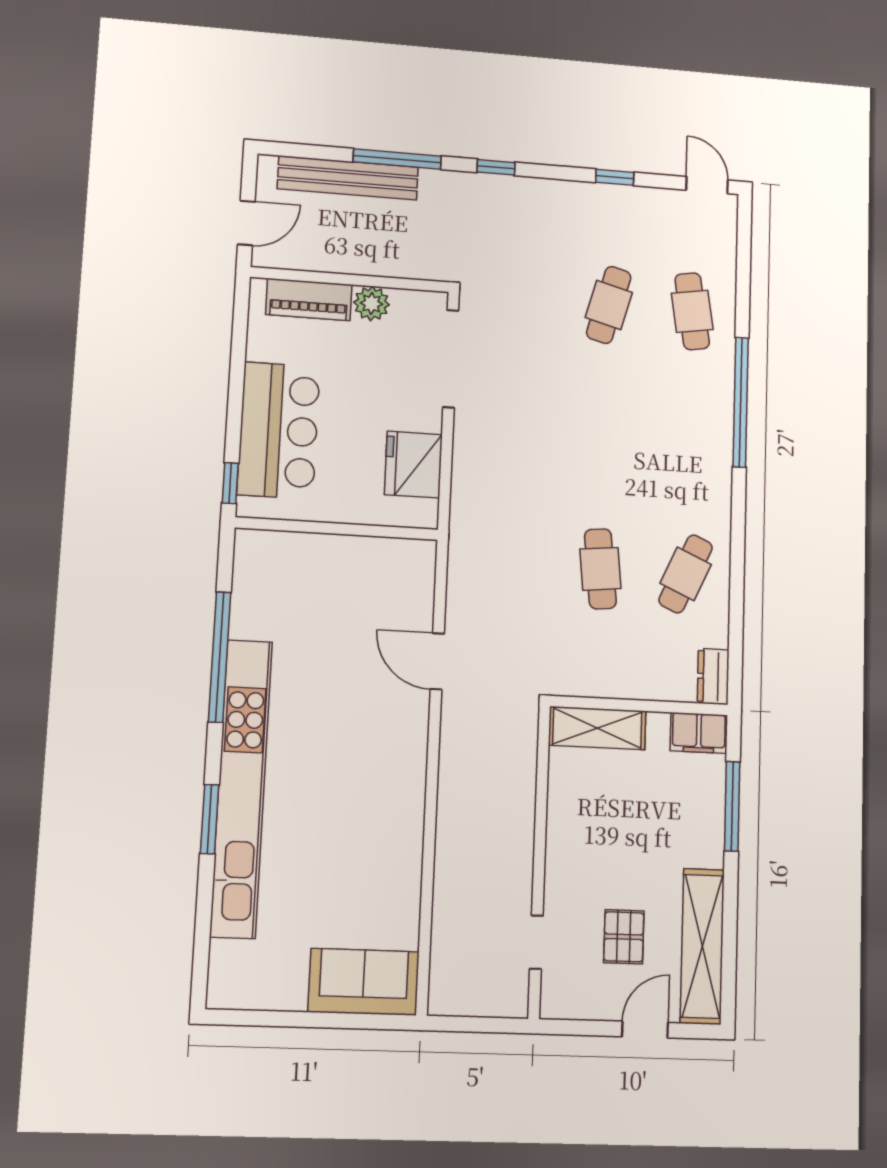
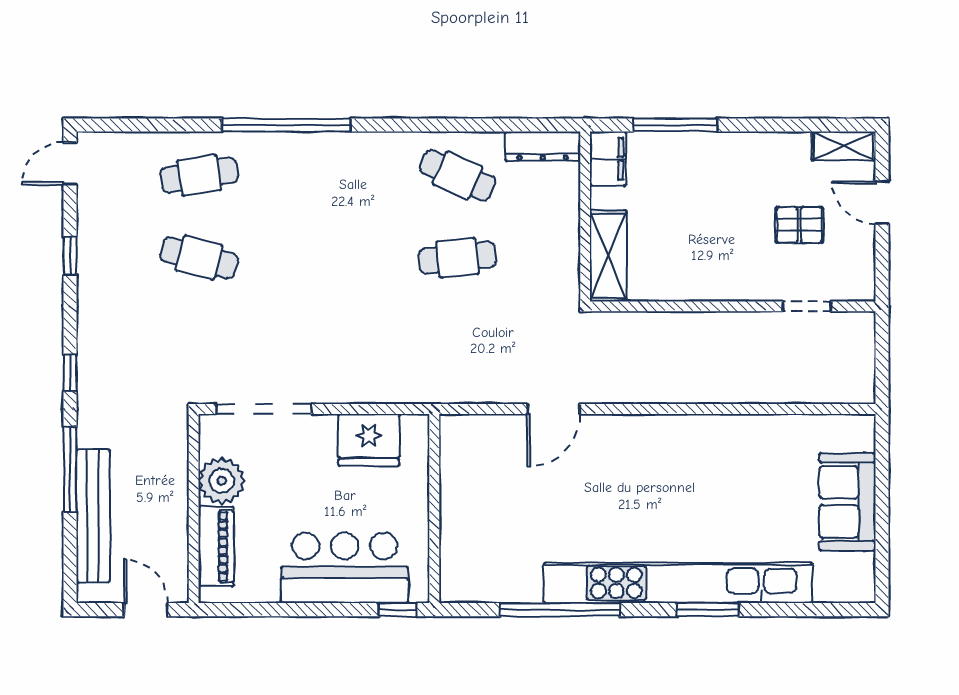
plant: (371, 303) -> (222, 481), width x1.36, depth x1.36
dresser: (713, 676) -> (543, 146), width x1.44
shelving: (702, 946) -> (844, 146), width x0.45, depth x0.75
sofa: (364, 982) -> (847, 502), moved

